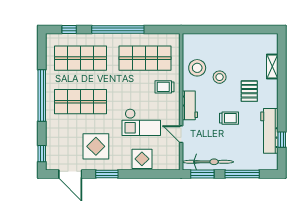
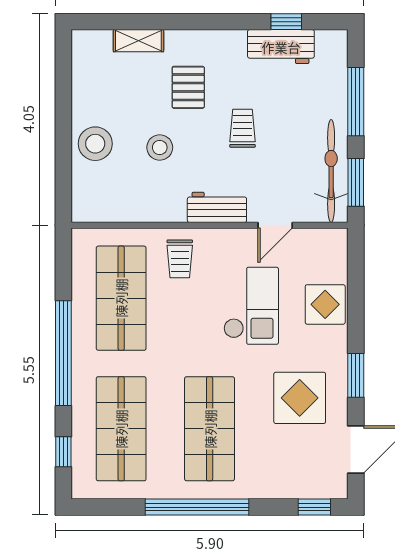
stool: (197, 68) -> (95, 144), moved
pallet: (249, 91) -> (188, 87), turned 90
workbench: (269, 131) -> (281, 47), width x0.73

